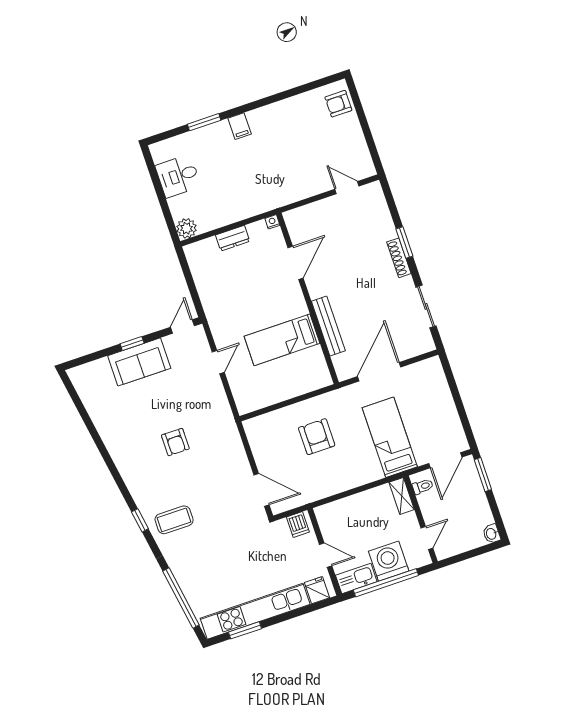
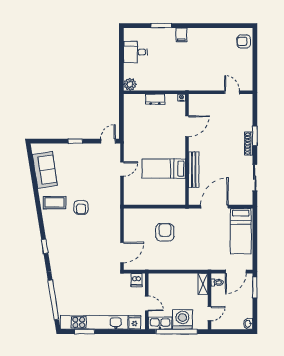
sofa: (139, 362) -> (45, 170), moved, turned -99
bed: (390, 437) -> (241, 231), moved, turned 180
door: (262, 490) -> (122, 252), hinge flipped
coffee table: (174, 520) -> (55, 202), moved

